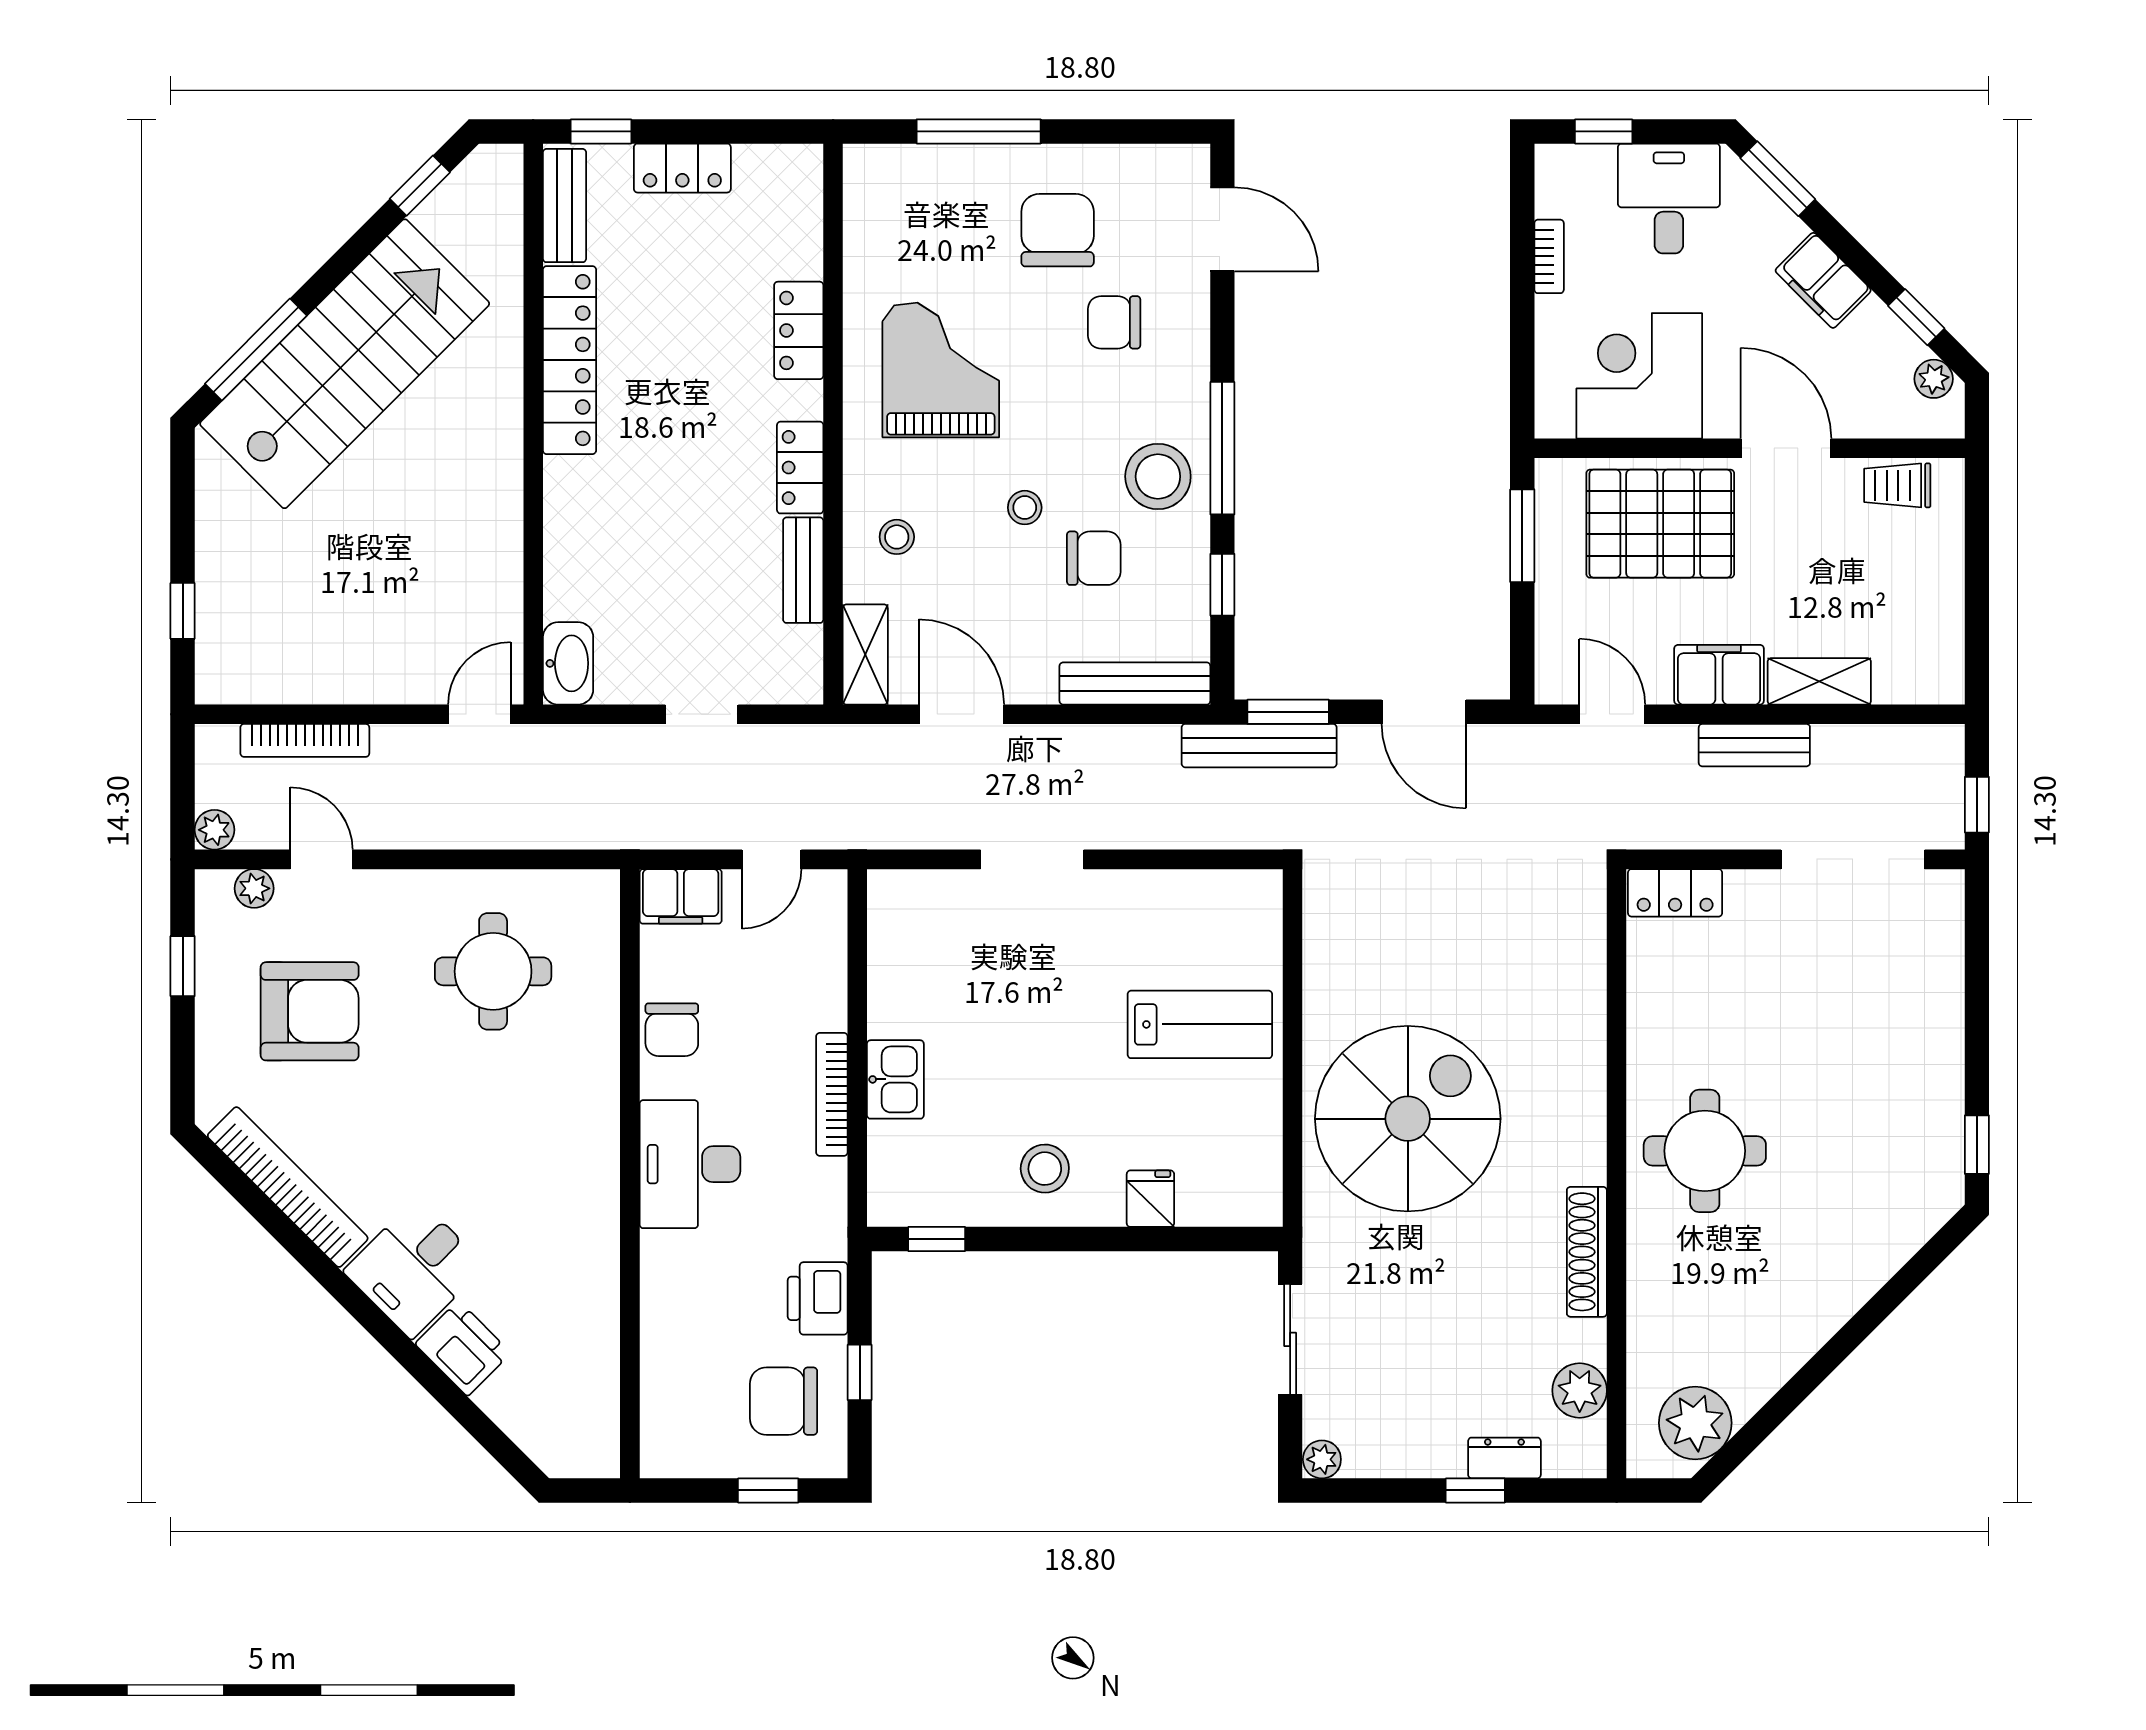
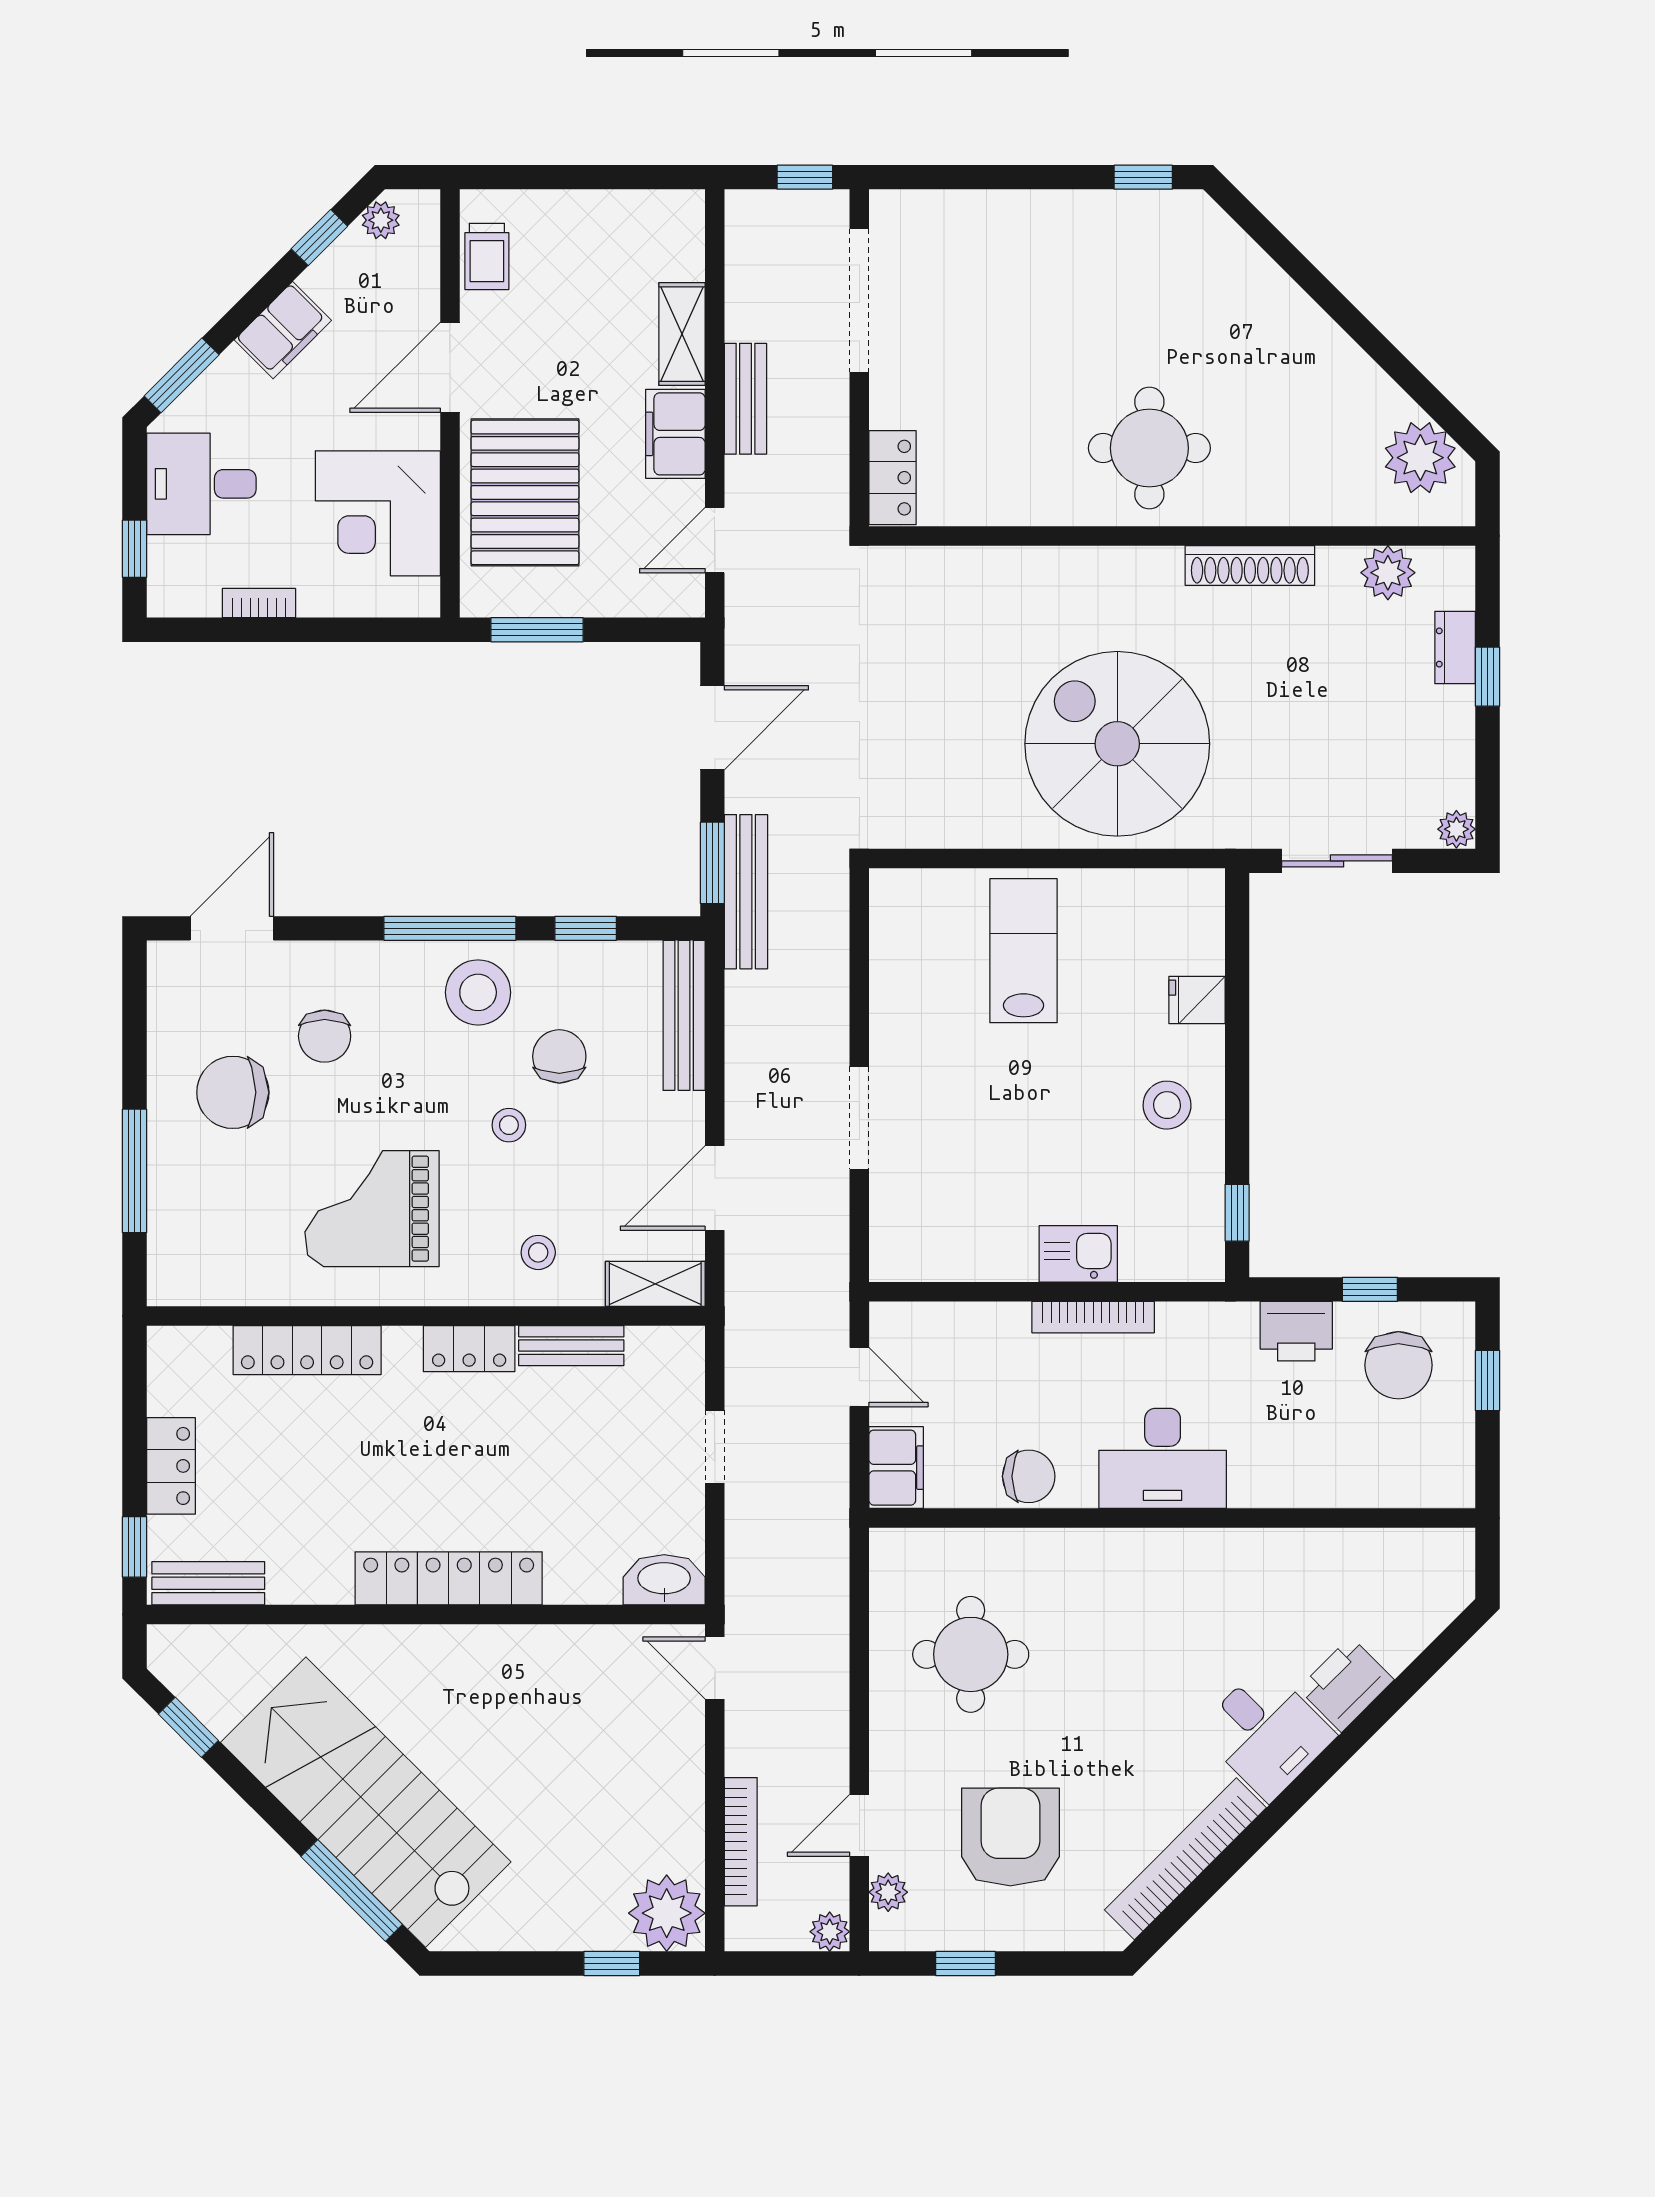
locker: (799, 330) -> (307, 1350), width x1.53
locker: (569, 360) -> (449, 1578), moved
plant: (233, 666) -> (667, 1913), added

